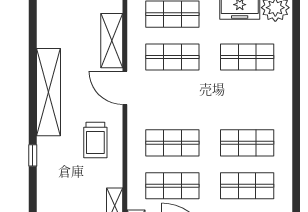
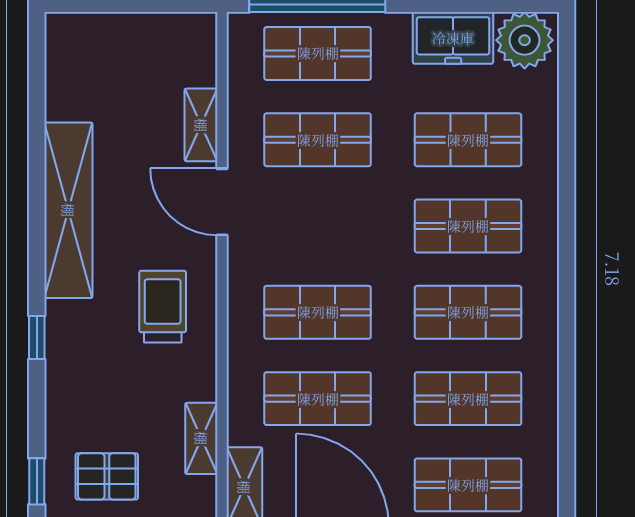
shelving: (112, 41) -> (201, 125), width x0.67, depth x0.75
shop shelf: (247, 100) -> (468, 226), added
trolley: (95, 140) -> (163, 307), turned 180

